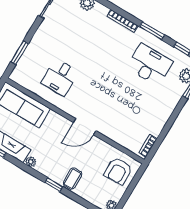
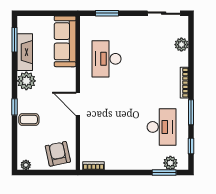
desk: (60, 77) -> (107, 59), width x1.37
plant: (31, 162) -> (26, 81), width x1.88, depth x1.88
armchair: (118, 171) -> (58, 154), turned 78

